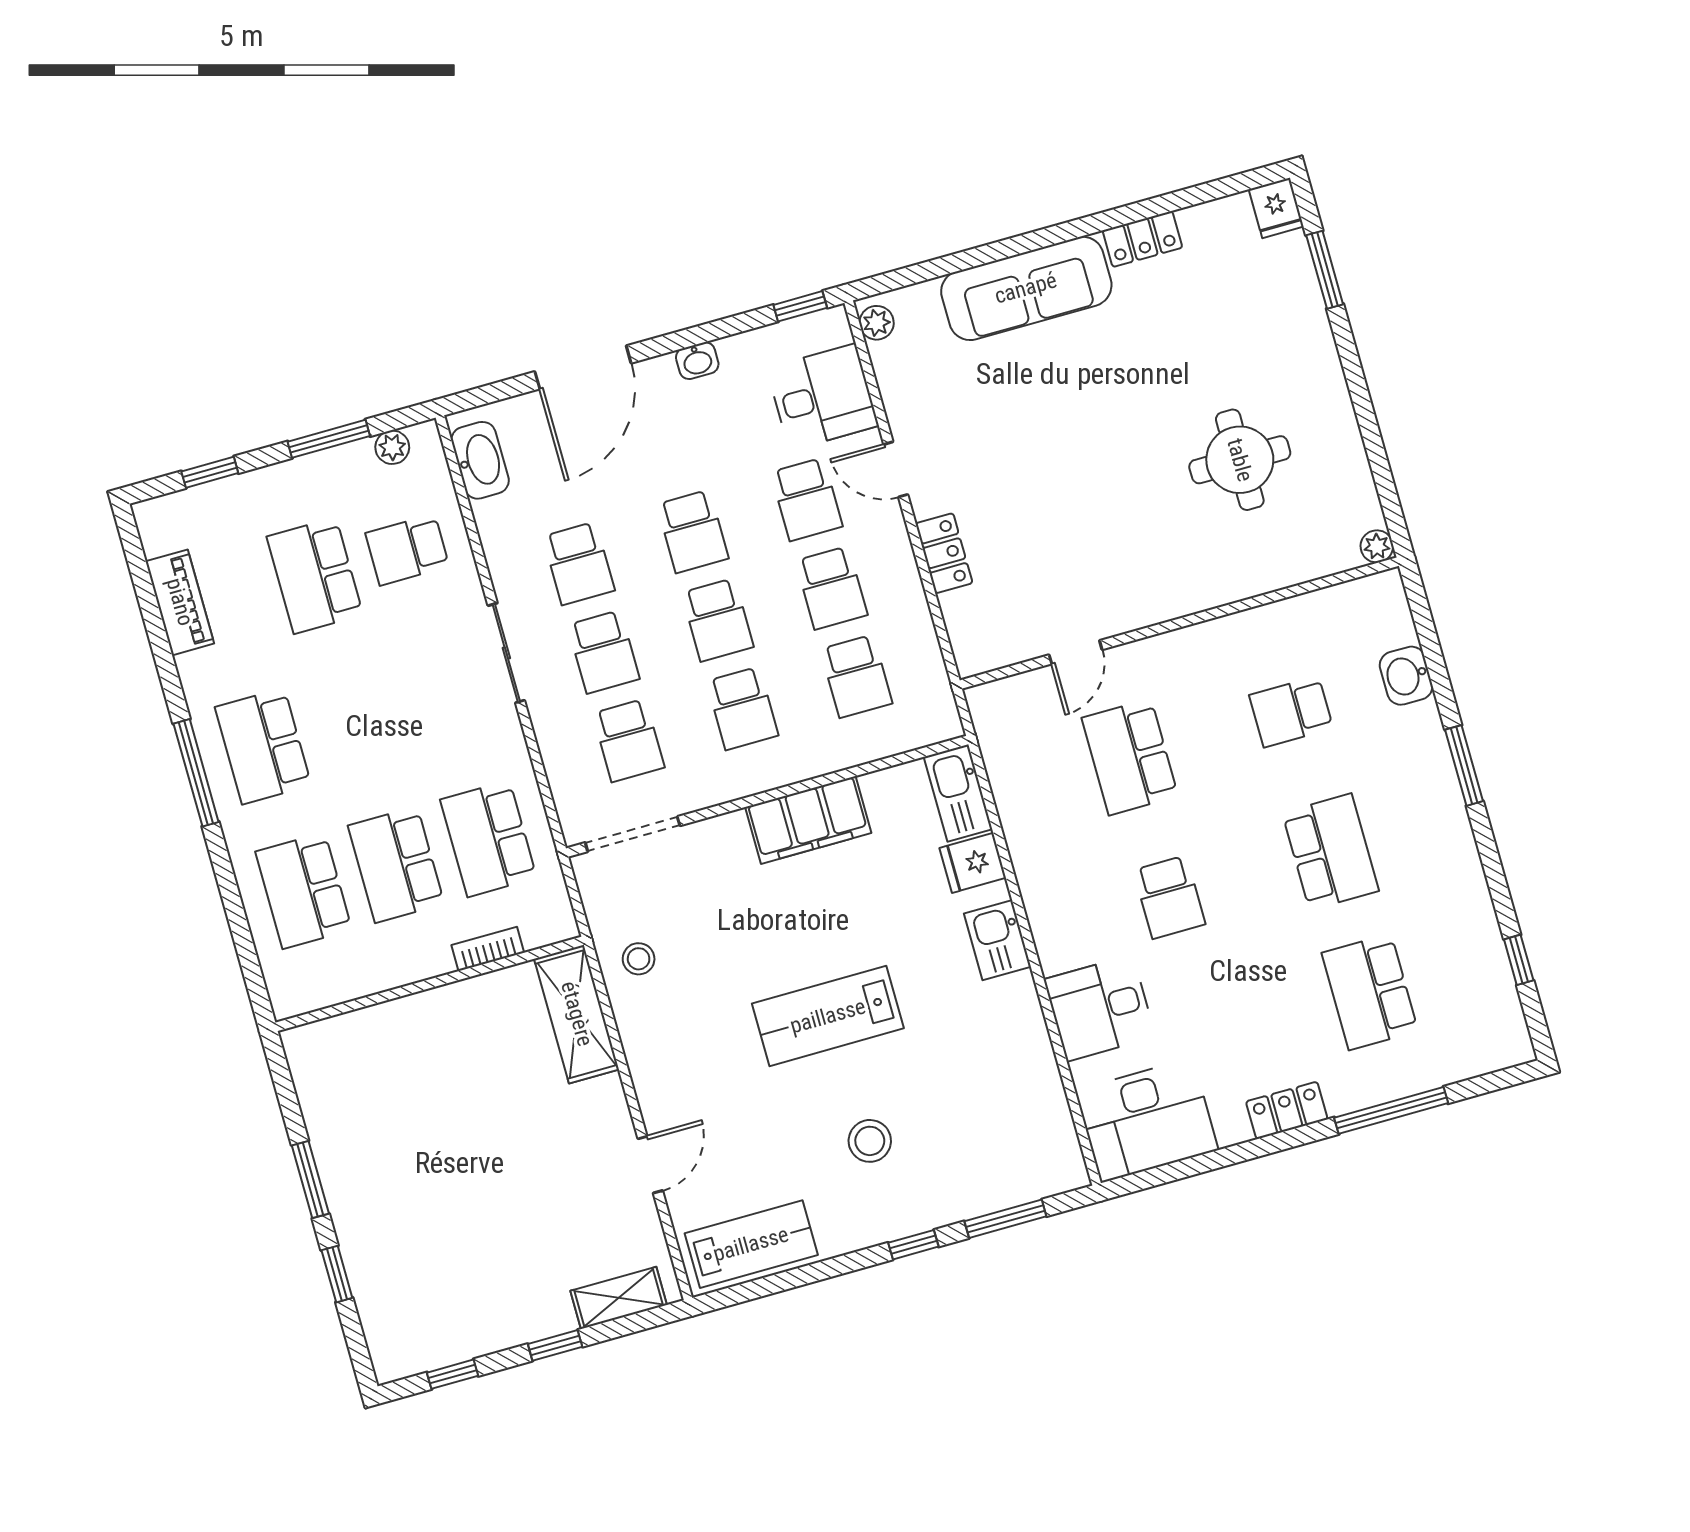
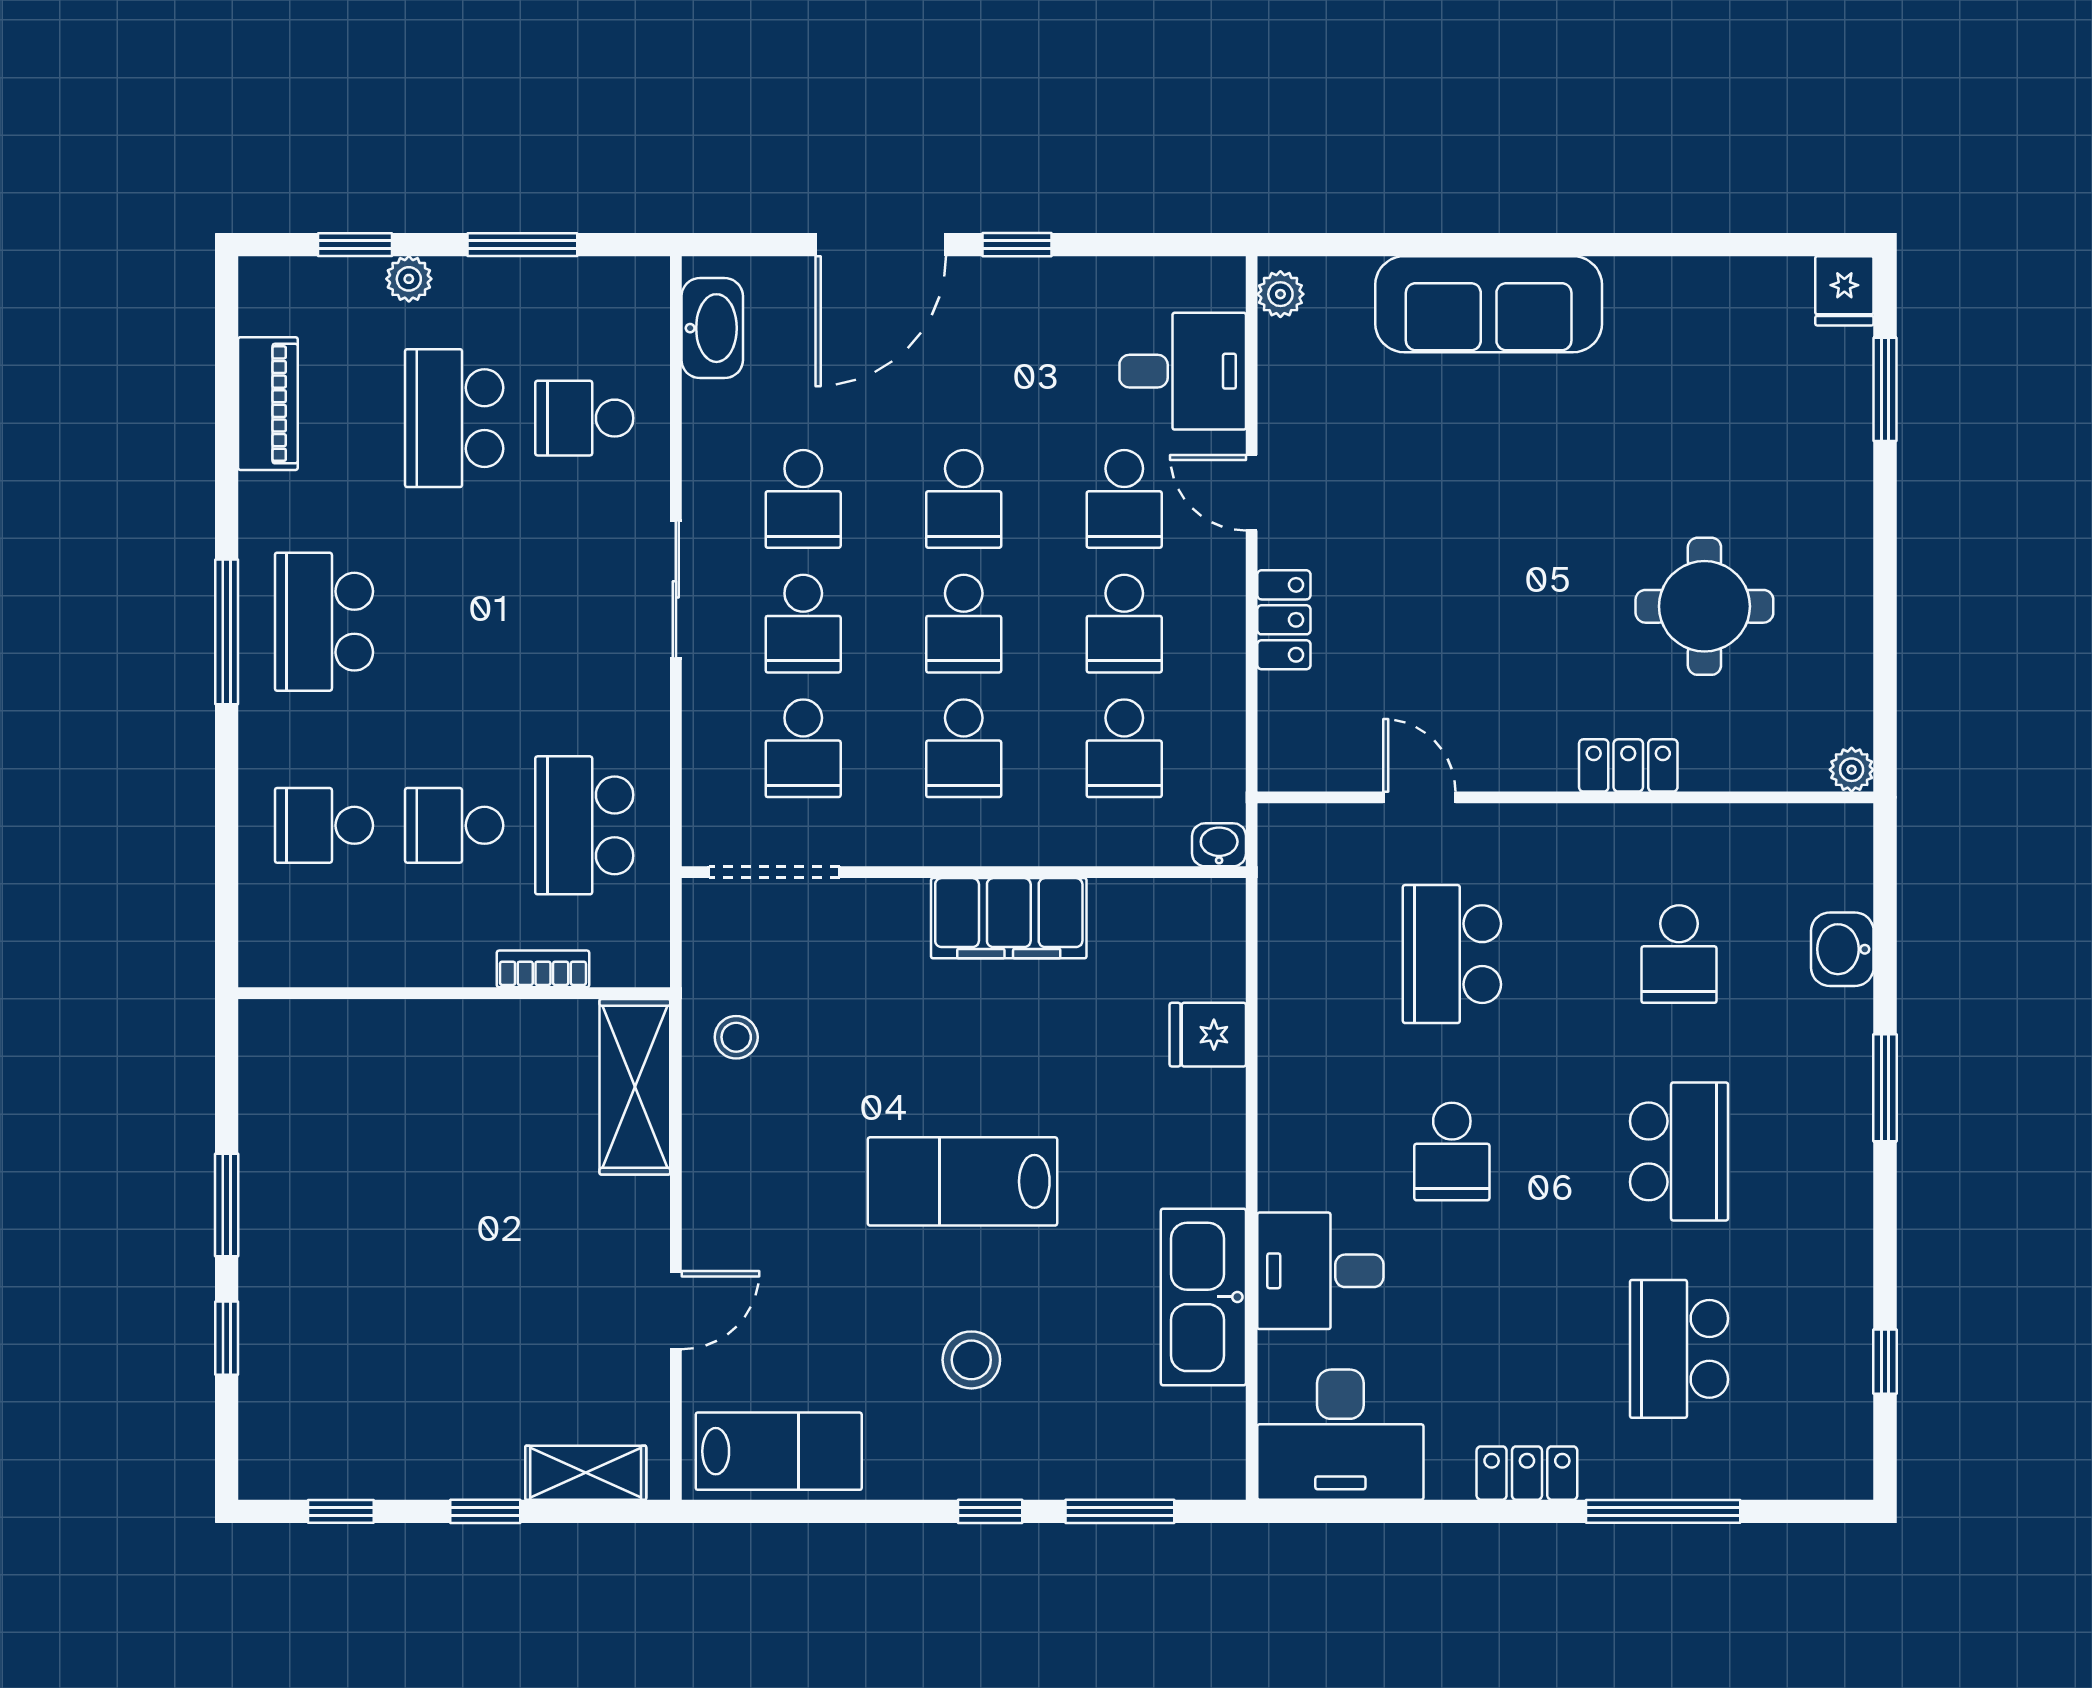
locker: (1142, 239) -> (1628, 765), moved, turned 180
window: (800, 306) -> (1017, 245), moved
washbasin: (697, 361) -> (1219, 845), moved, turned 180
plant: (392, 447) -> (409, 279), moved
door: (1076, 652) -> (1419, 797), swing flipped
school desk: (1291, 712) -> (1679, 954), turned -90
kitchen sink: (958, 793) -> (1214, 938), removed
school desk: (396, 865) -> (454, 825), width x0.54
school desk: (304, 891) -> (324, 825), width x0.54
kitchen sink: (997, 940) -> (1203, 1297), moved, width x1.88, depth x1.24

